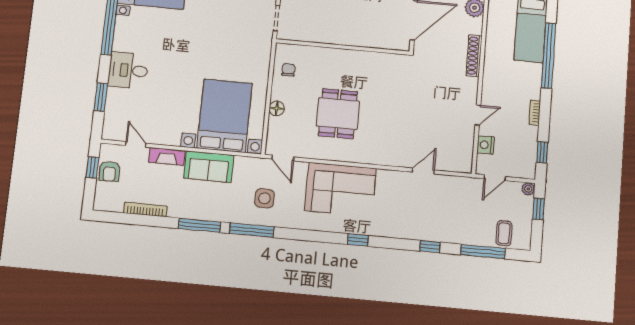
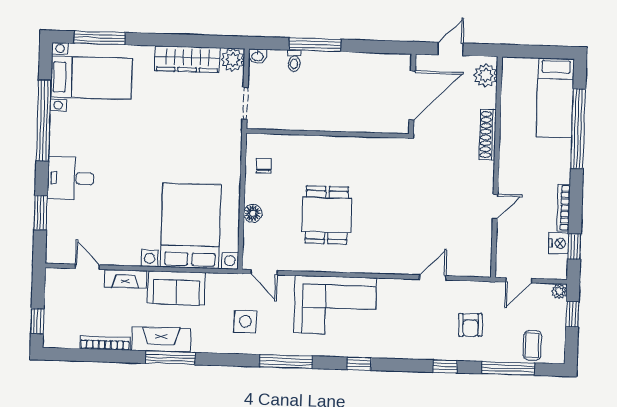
bookcase: (535, 113) -> (564, 208), width x1.56
nightstand: (485, 145) -> (559, 243), moved, turned 180
window: (92, 167) -> (37, 321), moved
armchair: (109, 171) -> (470, 325), moved
fireplace: (193, 209) -> (161, 339), added
window: (252, 230) -> (286, 361), moved

